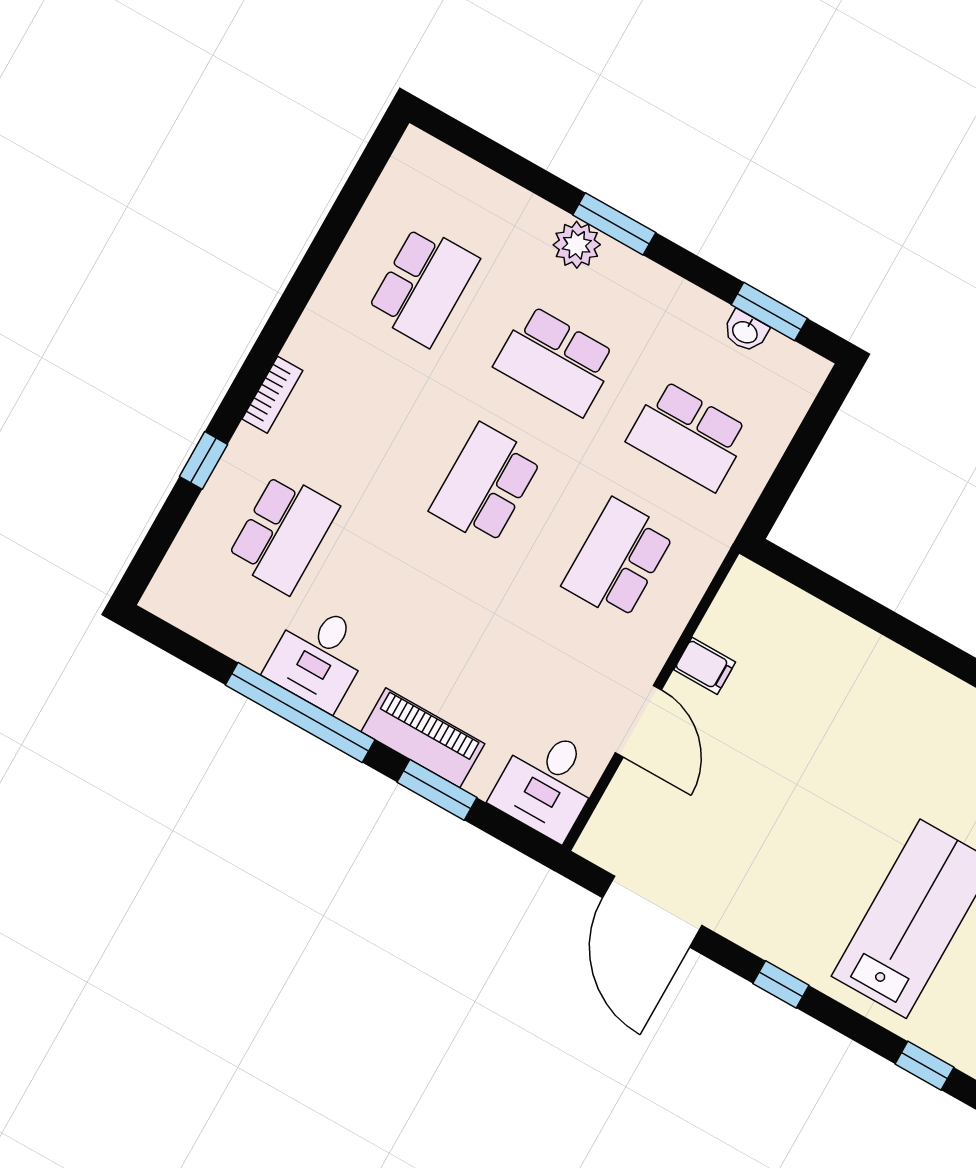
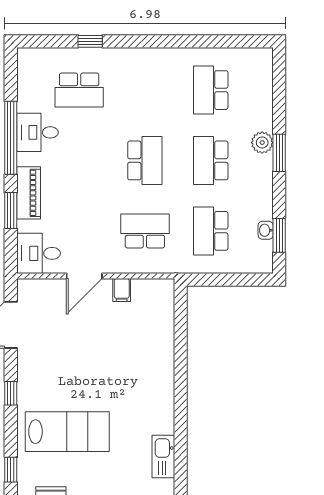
school desk: (423, 286) -> (211, 90), turned 90
bookcase: (272, 395) -> (132, 54), removed
school desk: (486, 484) -> (145, 160), turned 90

